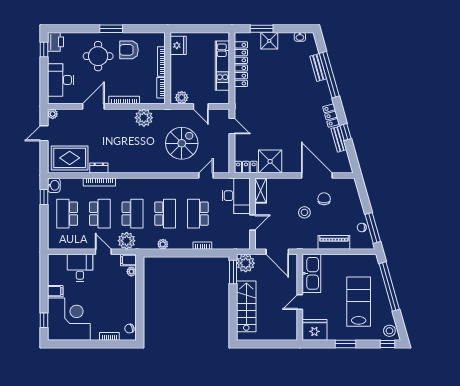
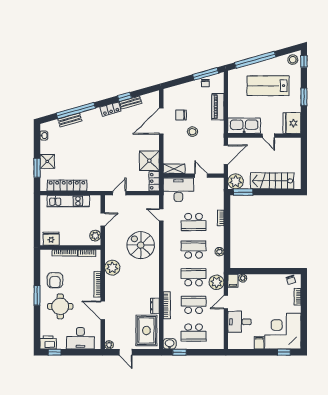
spiral stairs: (182, 143) -> (141, 245), moved

